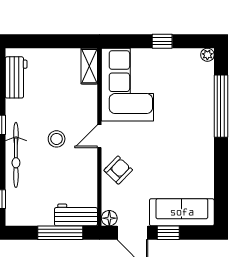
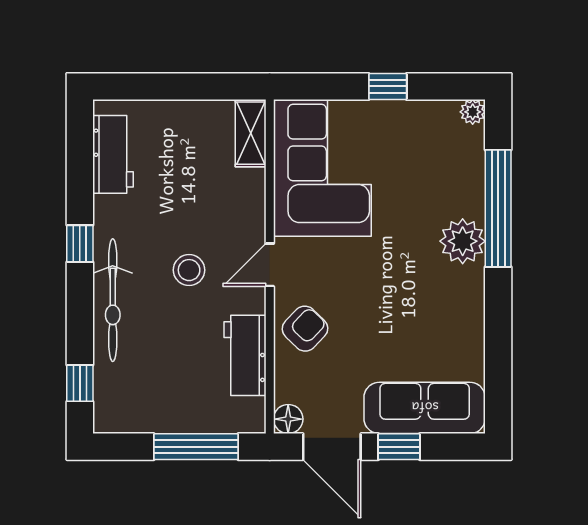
plant: (202, 124) -> (463, 241), added
workbench: (76, 215) -> (245, 355), moved, turned -90

